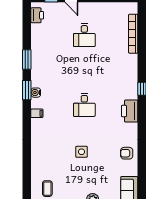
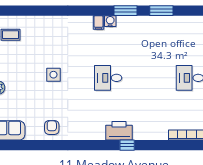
water cooler: (36, 93) -> (110, 21), moved
printer: (130, 111) -> (119, 131), moved

